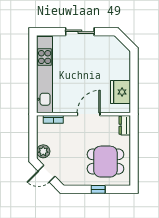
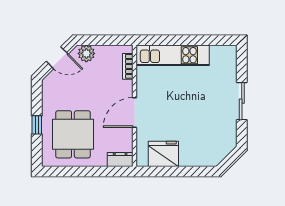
kitchen unit: (45, 75) -> (173, 55), width x0.73
door: (89, 114) -> (134, 112), swing flipped
door: (47, 174) -> (57, 58), swing flipped

